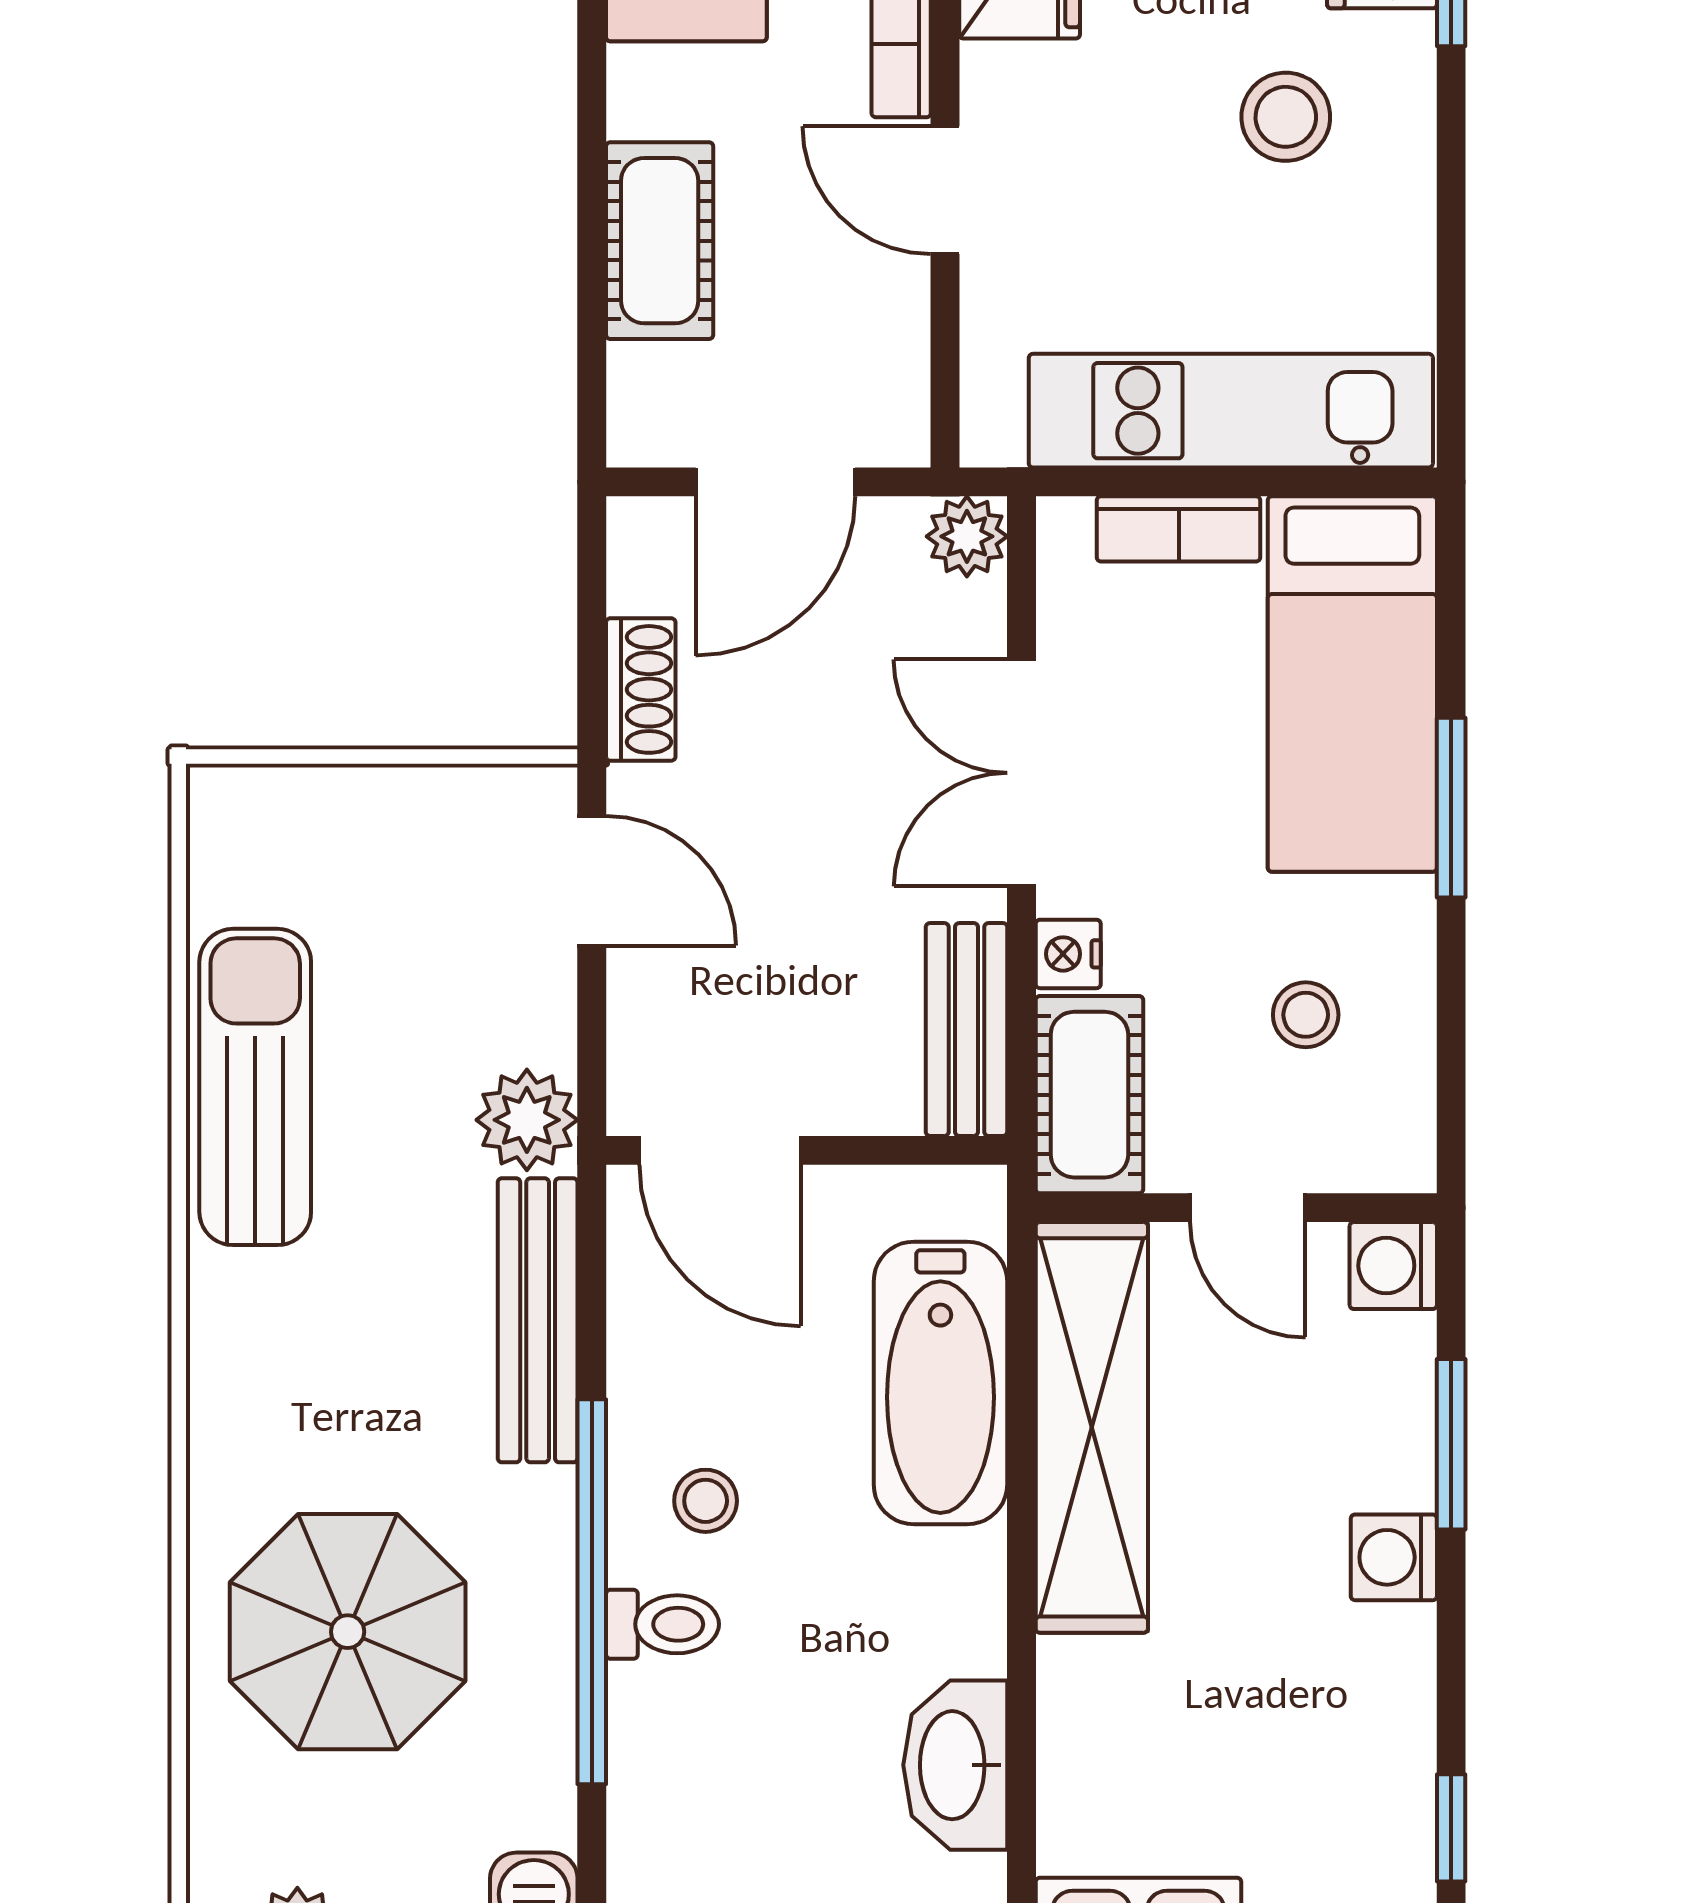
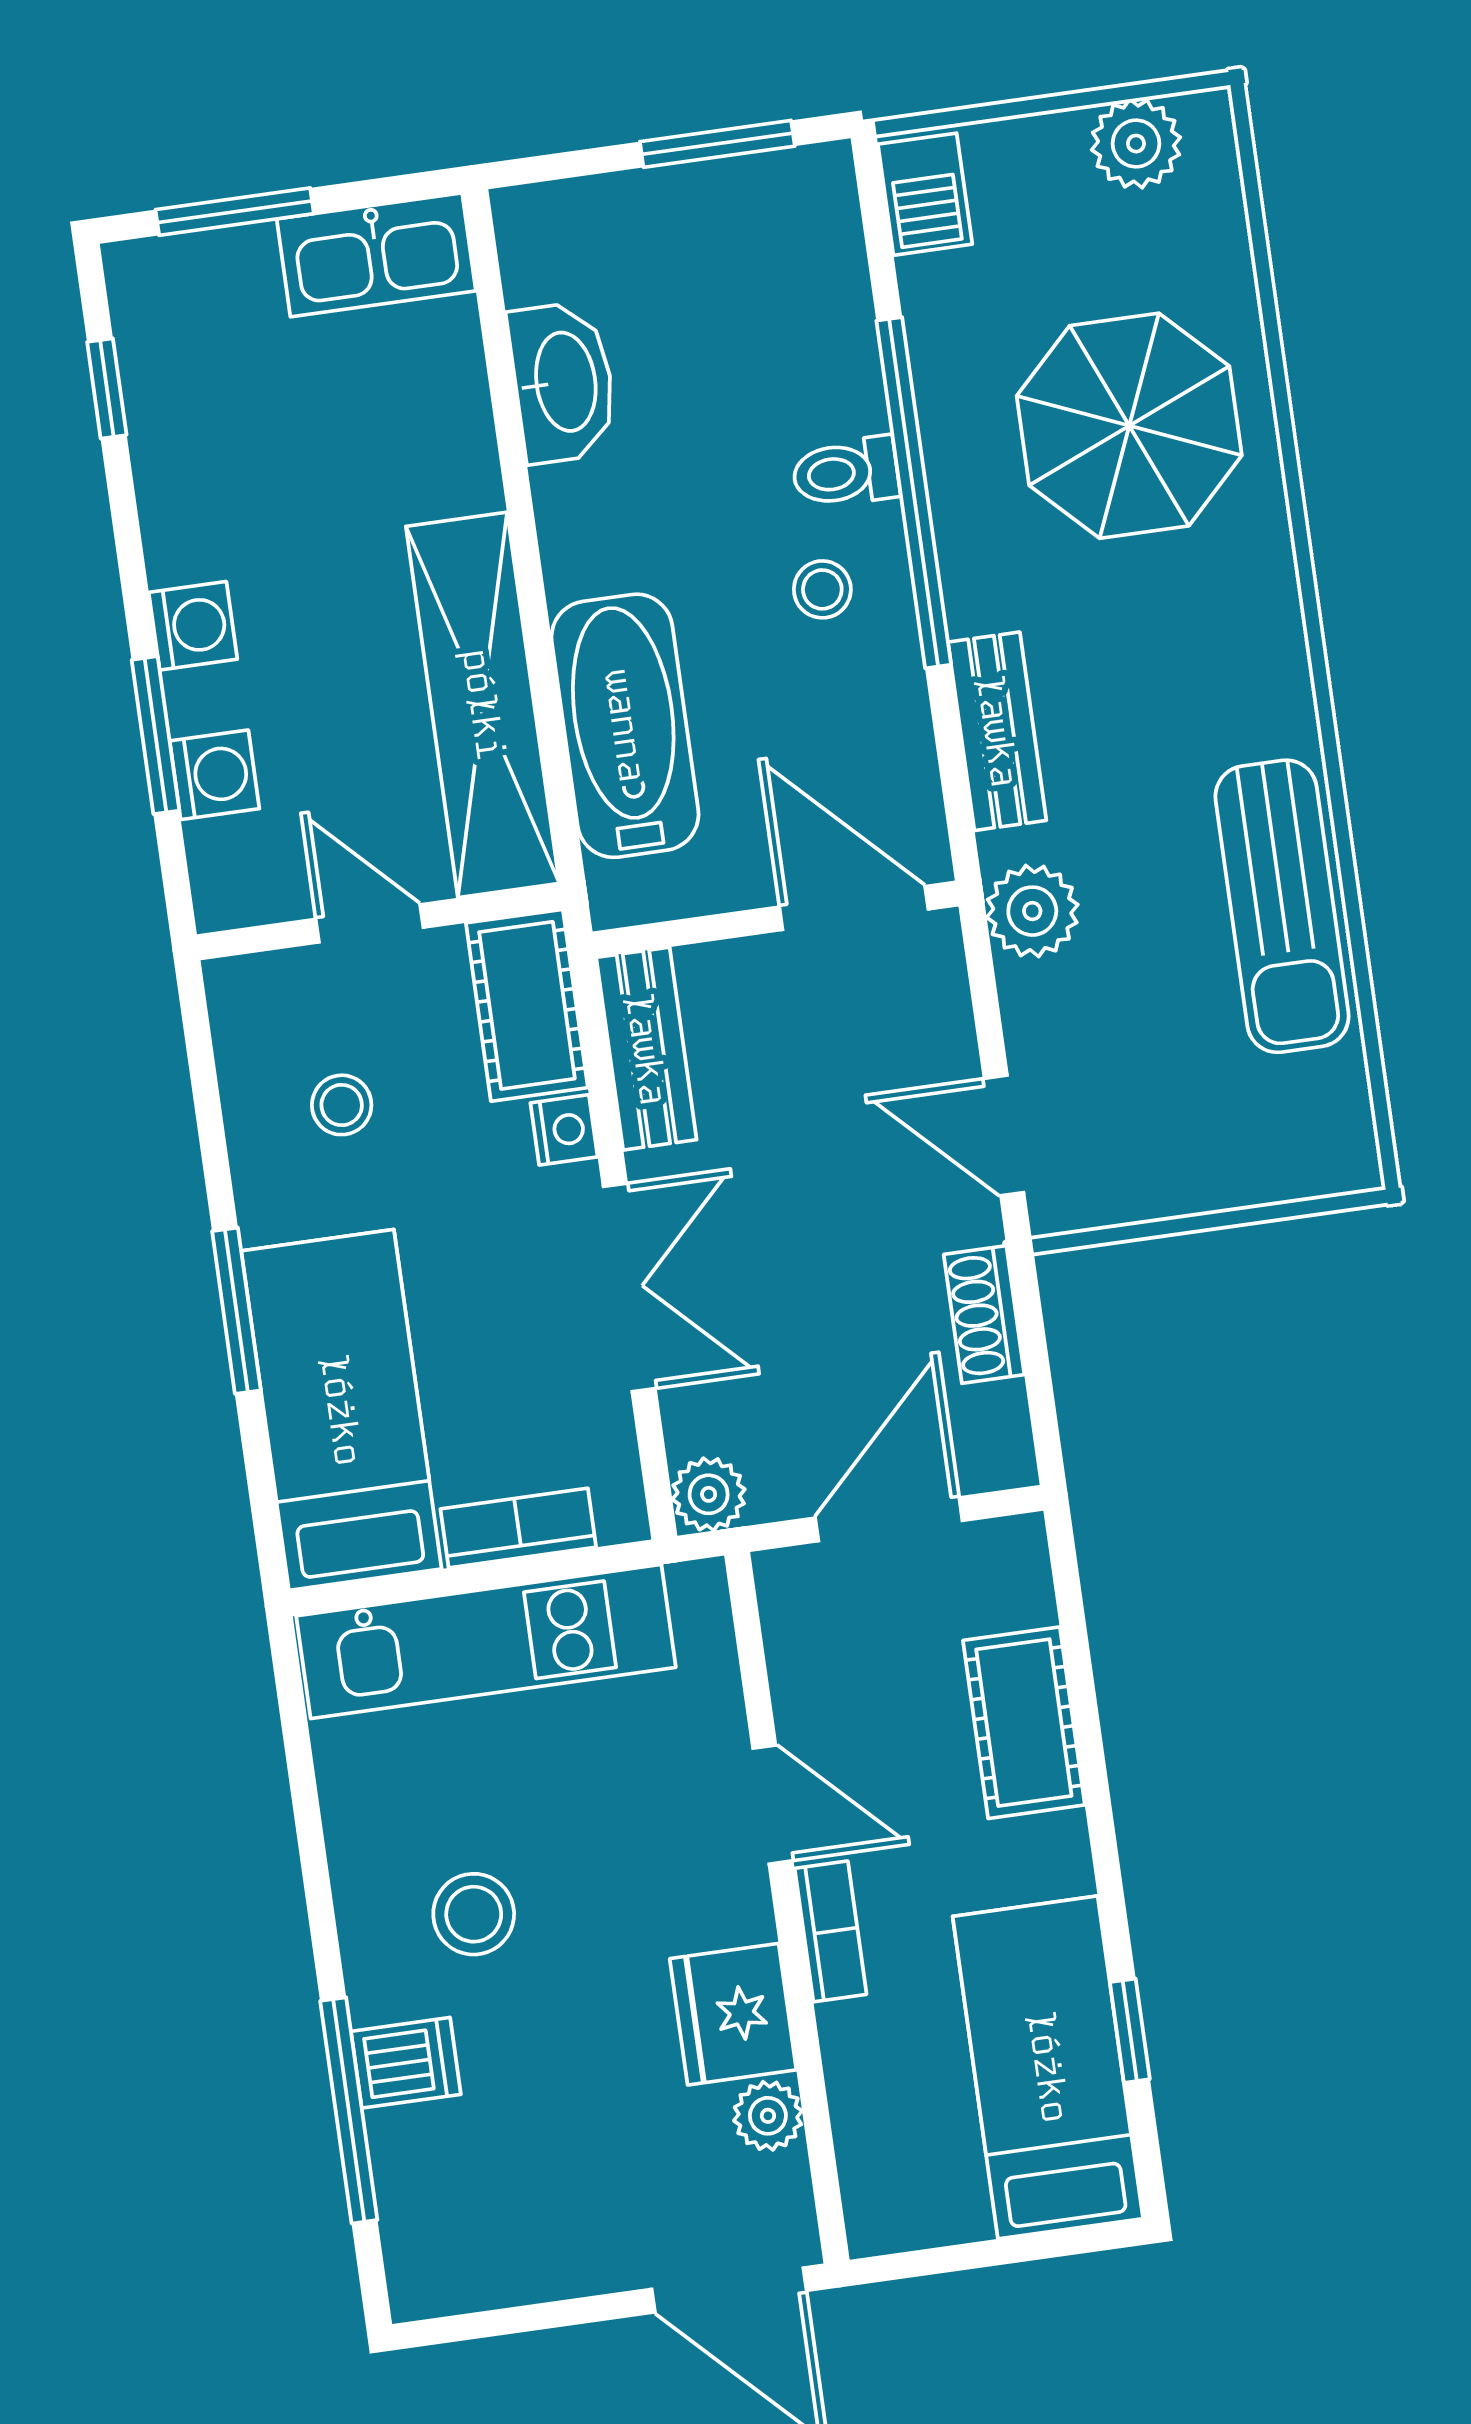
washing machine: (1393, 1266) -> (214, 775), moved
bench: (538, 1320) -> (997, 731), width x0.73

